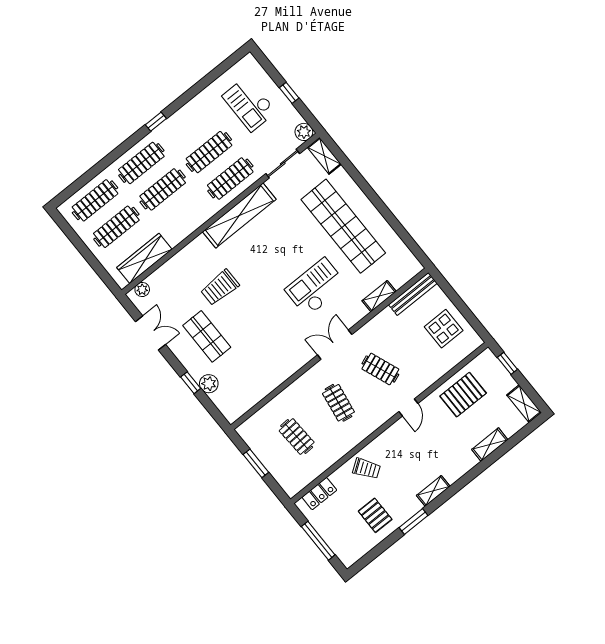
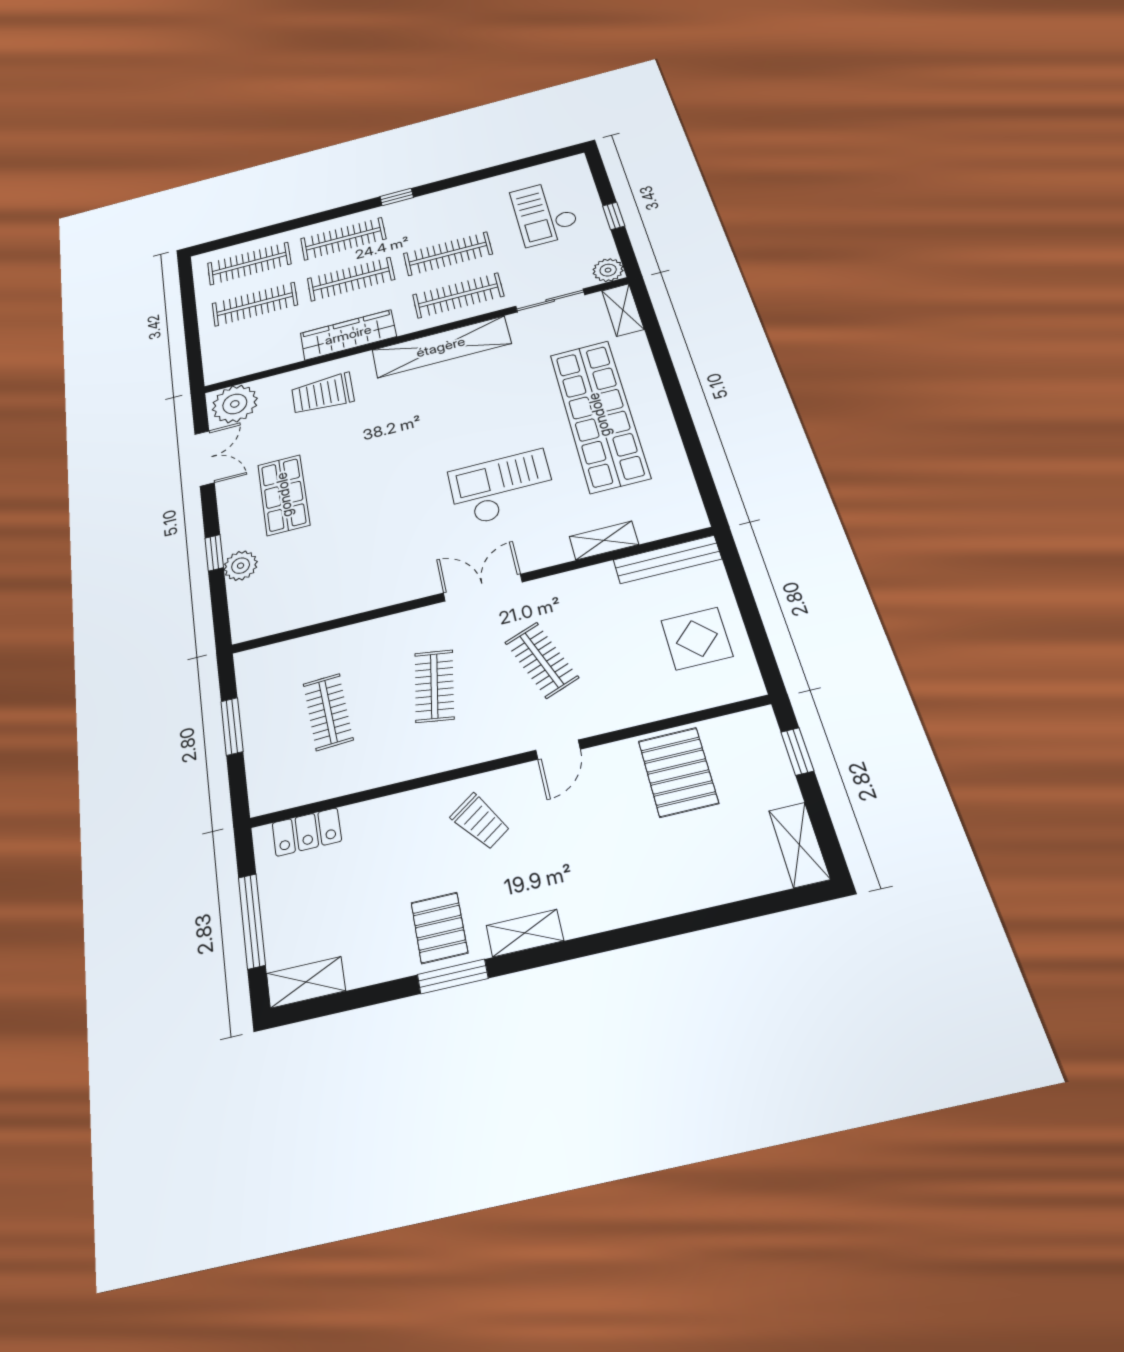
wardrobe: (144, 258) -> (348, 335), moved
trolley: (220, 287) -> (323, 394), moved
plant: (142, 289) -> (235, 404), width x1.87, depth x1.87
pallet: (463, 395) -> (678, 772), turned 90
shelving: (490, 445) -> (306, 982), moved
trolley: (367, 469) -> (480, 821), moved
pallet: (375, 515) -> (439, 928), moved

